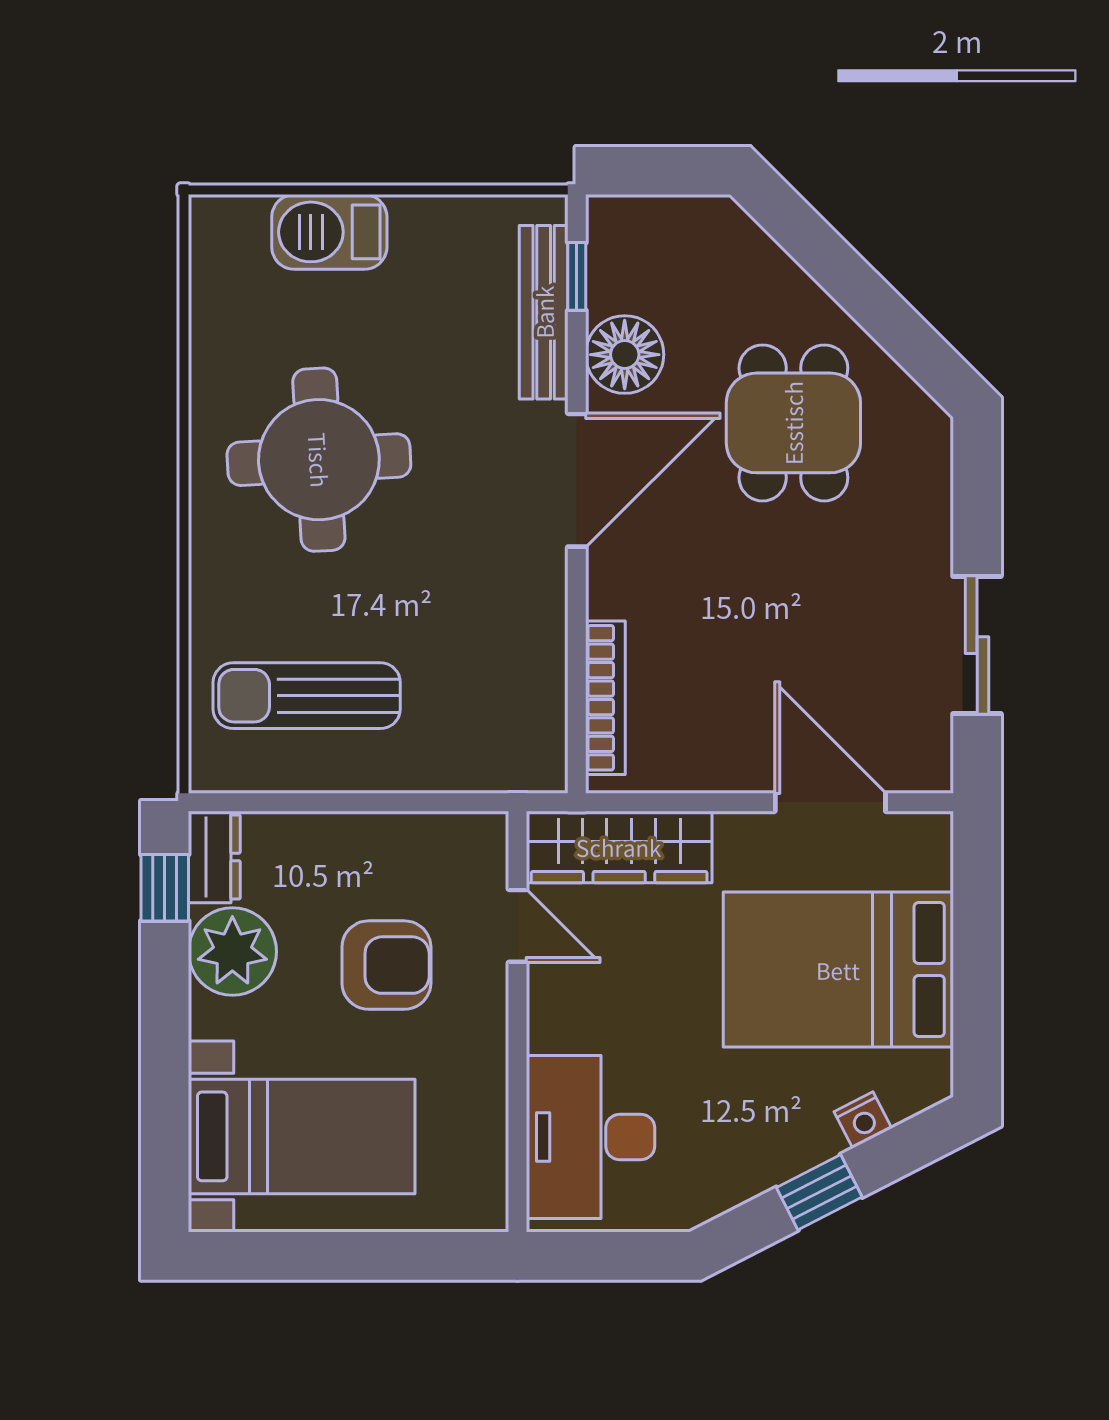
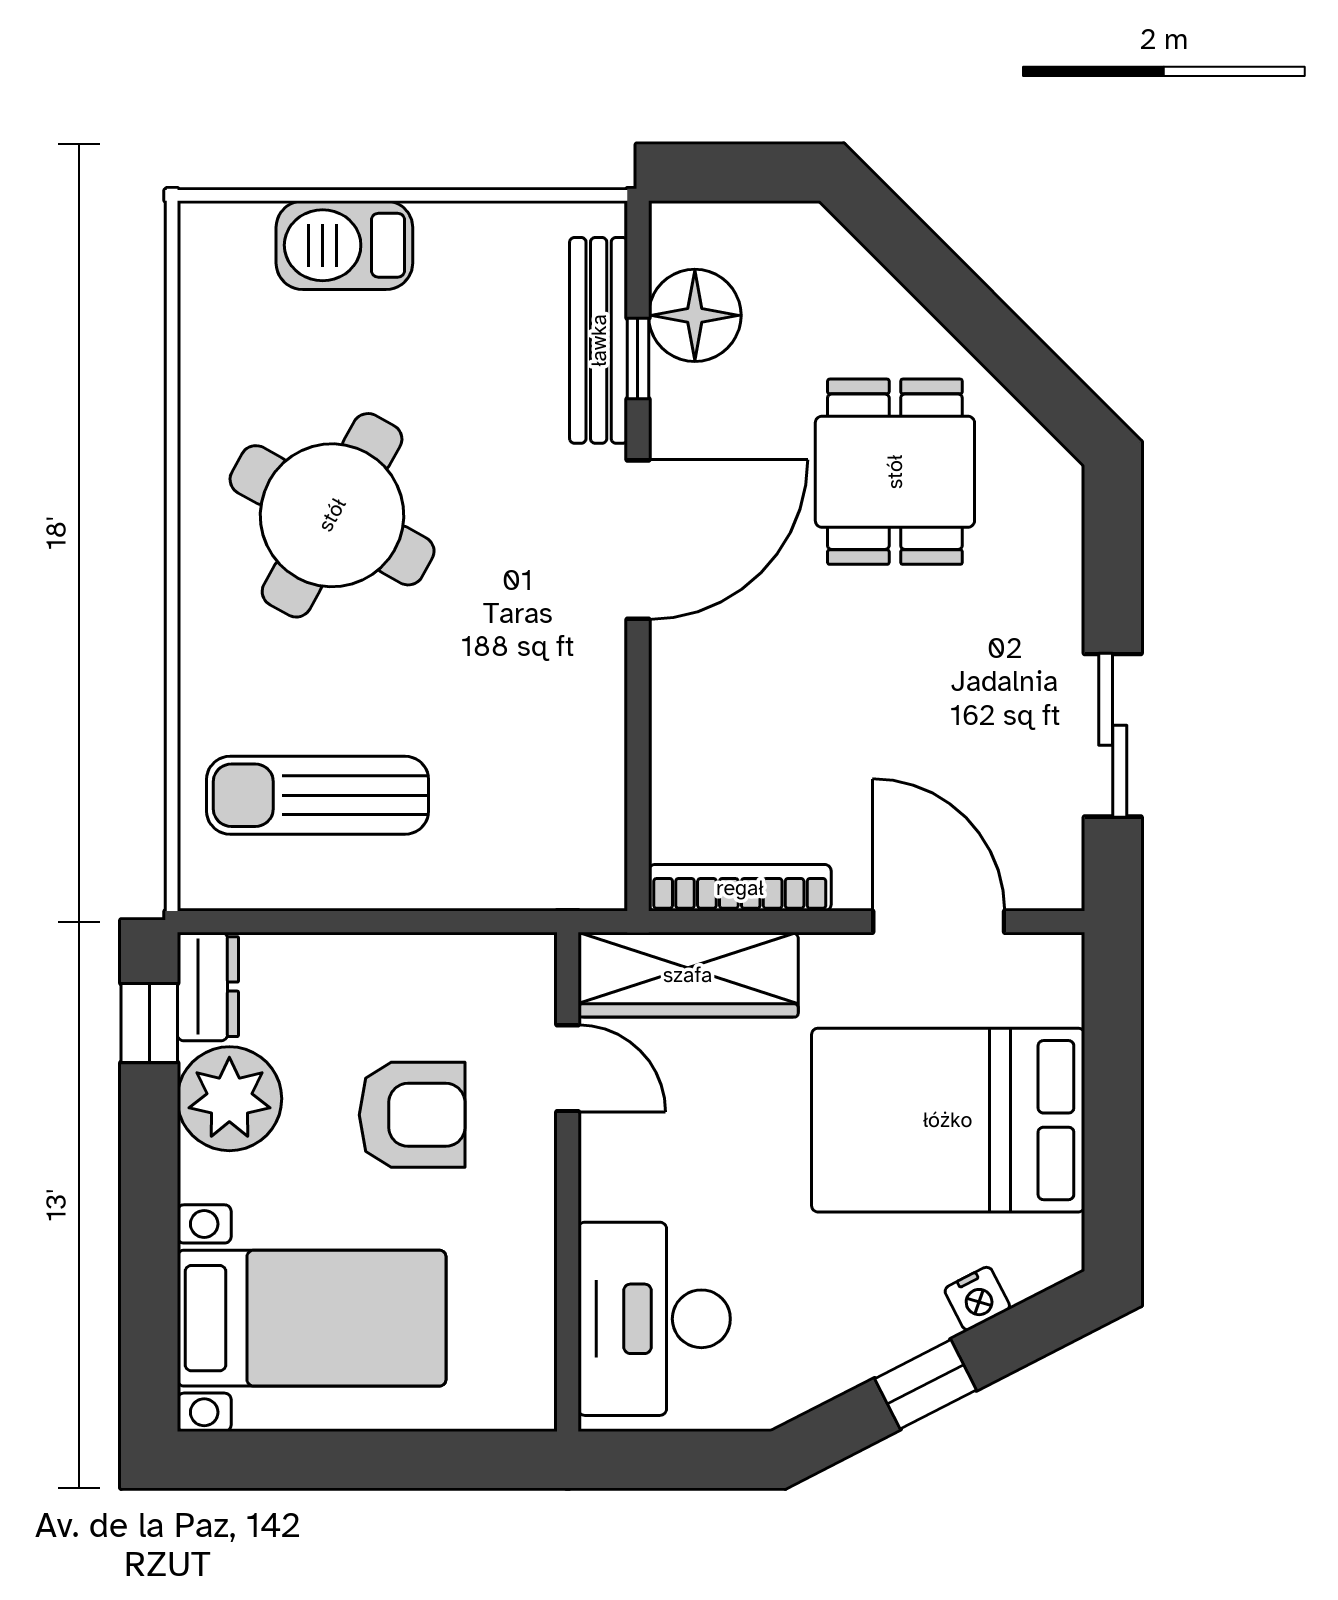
window: (577, 276) -> (638, 358), moved
floor lamp: (625, 355) -> (695, 315), moved
round table: (319, 460) -> (332, 515), turned 32
bookcase: (605, 698) -> (740, 888), moved, turned -90

